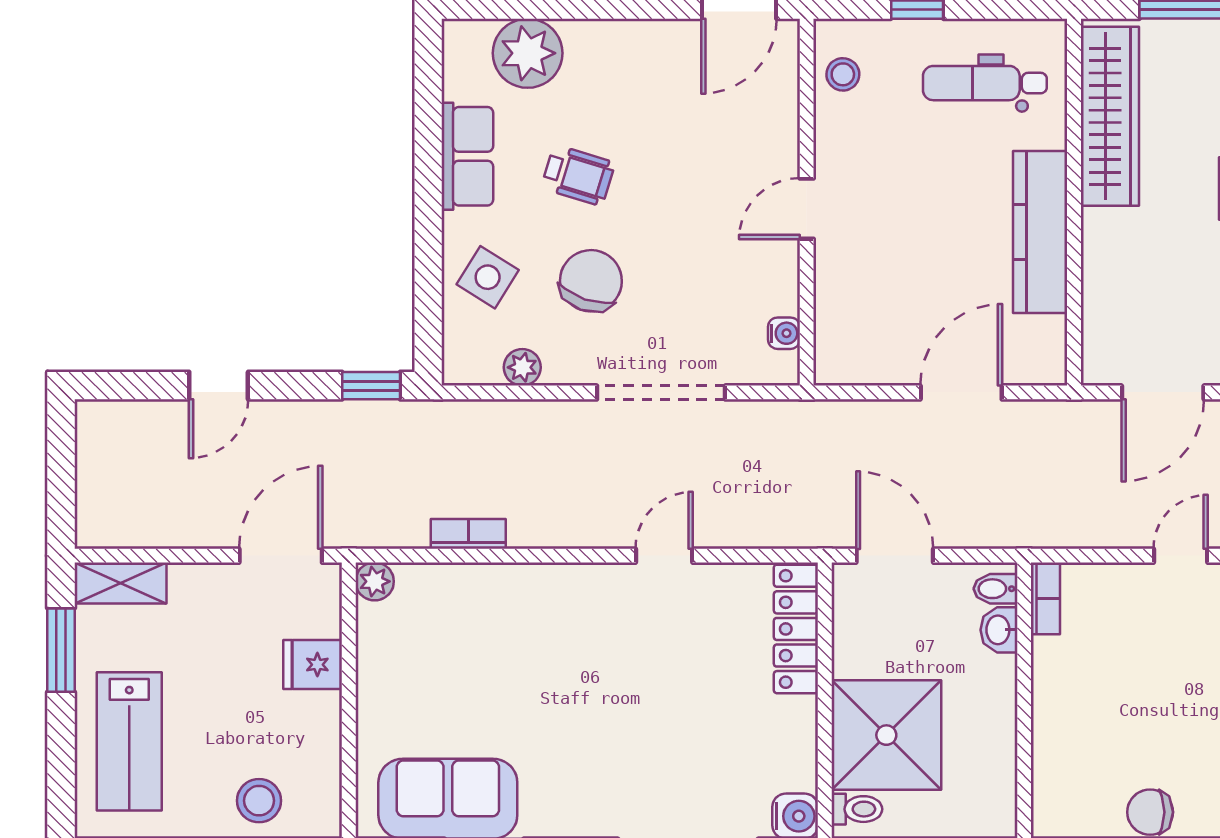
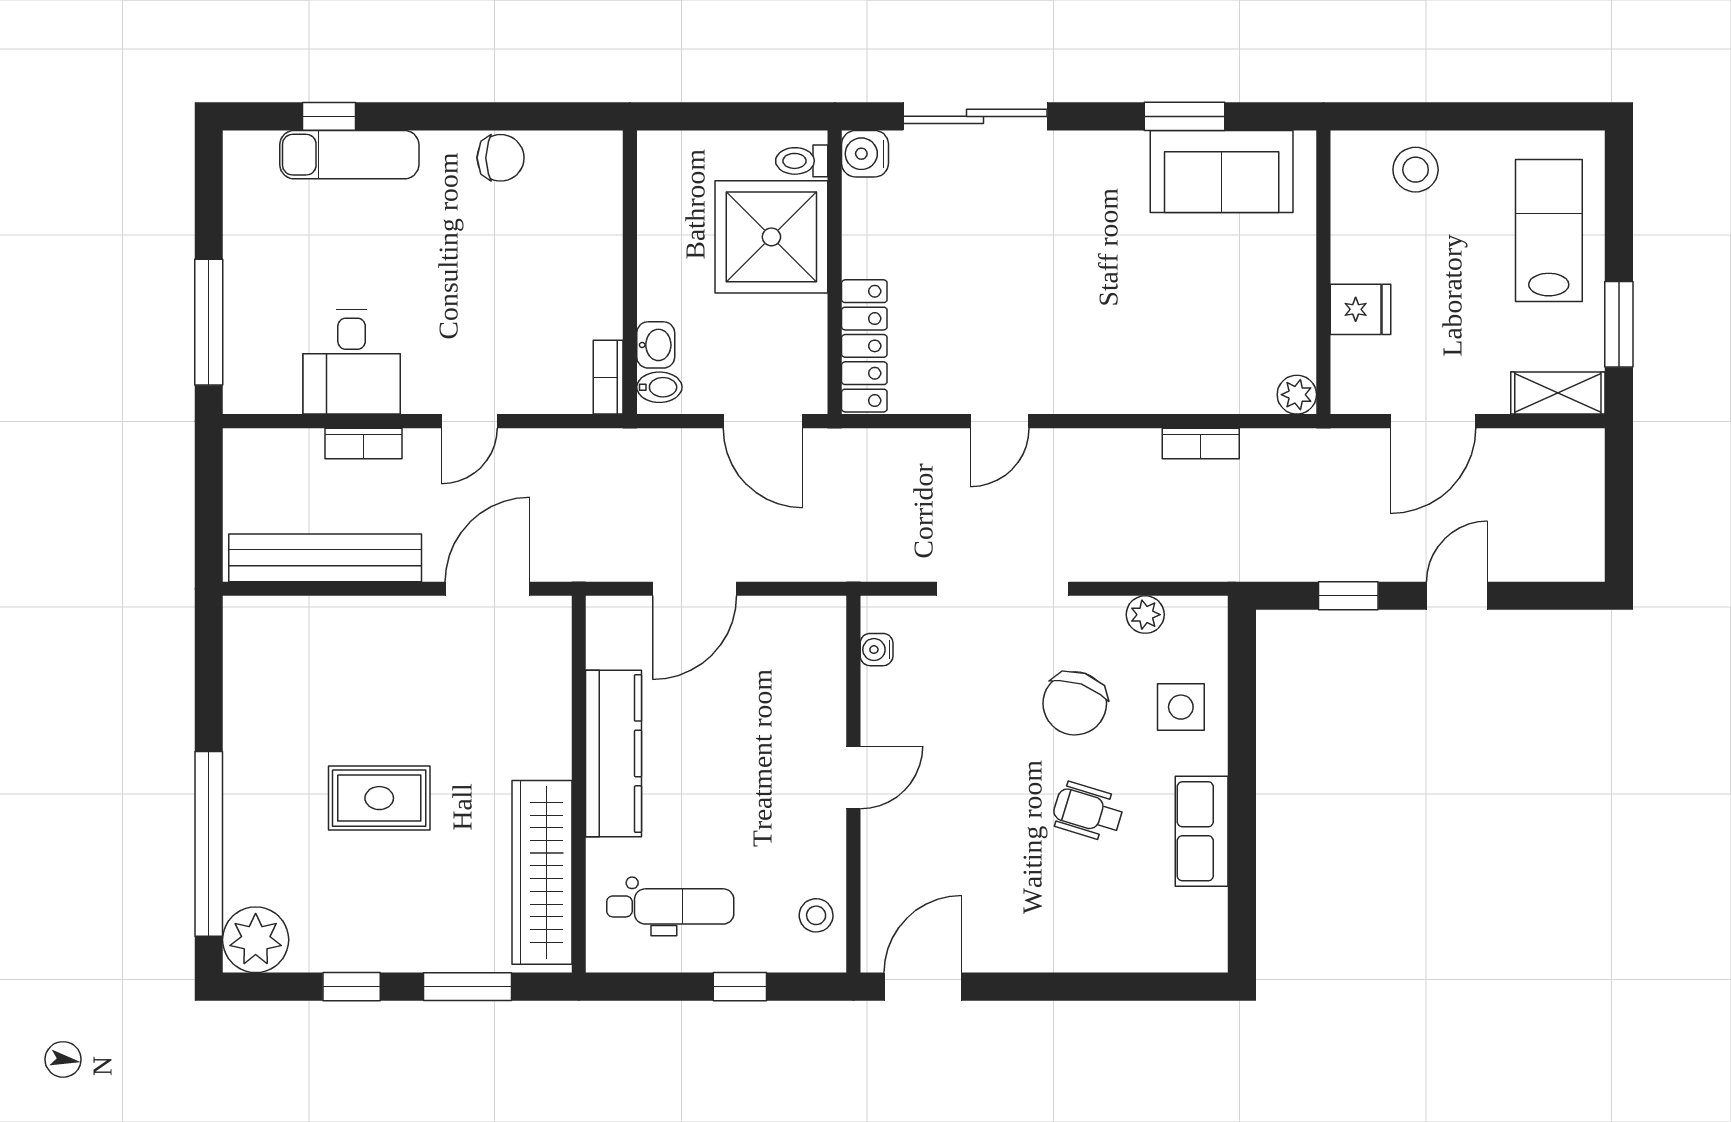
plant: (528, 53) -> (1140, 937), removed
side table: (488, 277) -> (1181, 707), turned -32
window: (371, 386) -> (1348, 596), moved
door: (281, 556) -> (1433, 421), moved

